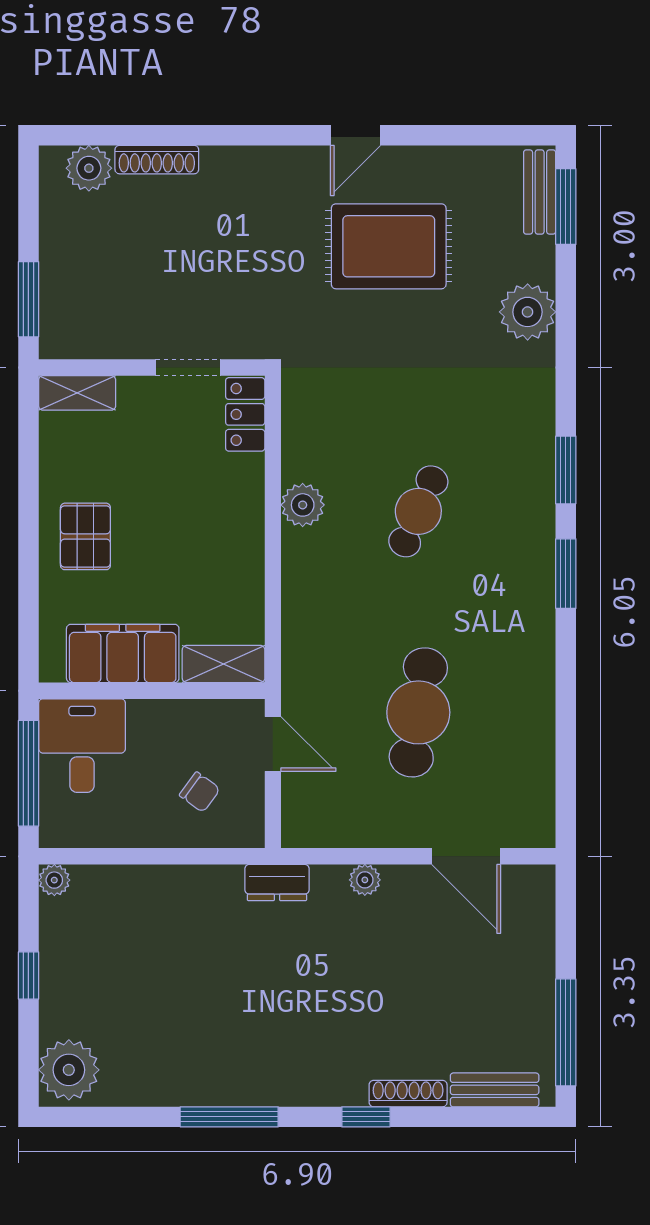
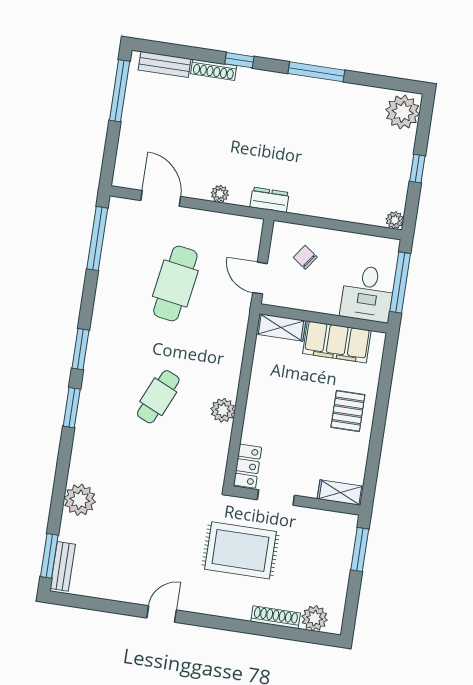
rug: (389, 246) -> (240, 550), moved
window: (566, 770) -> (97, 239), added

